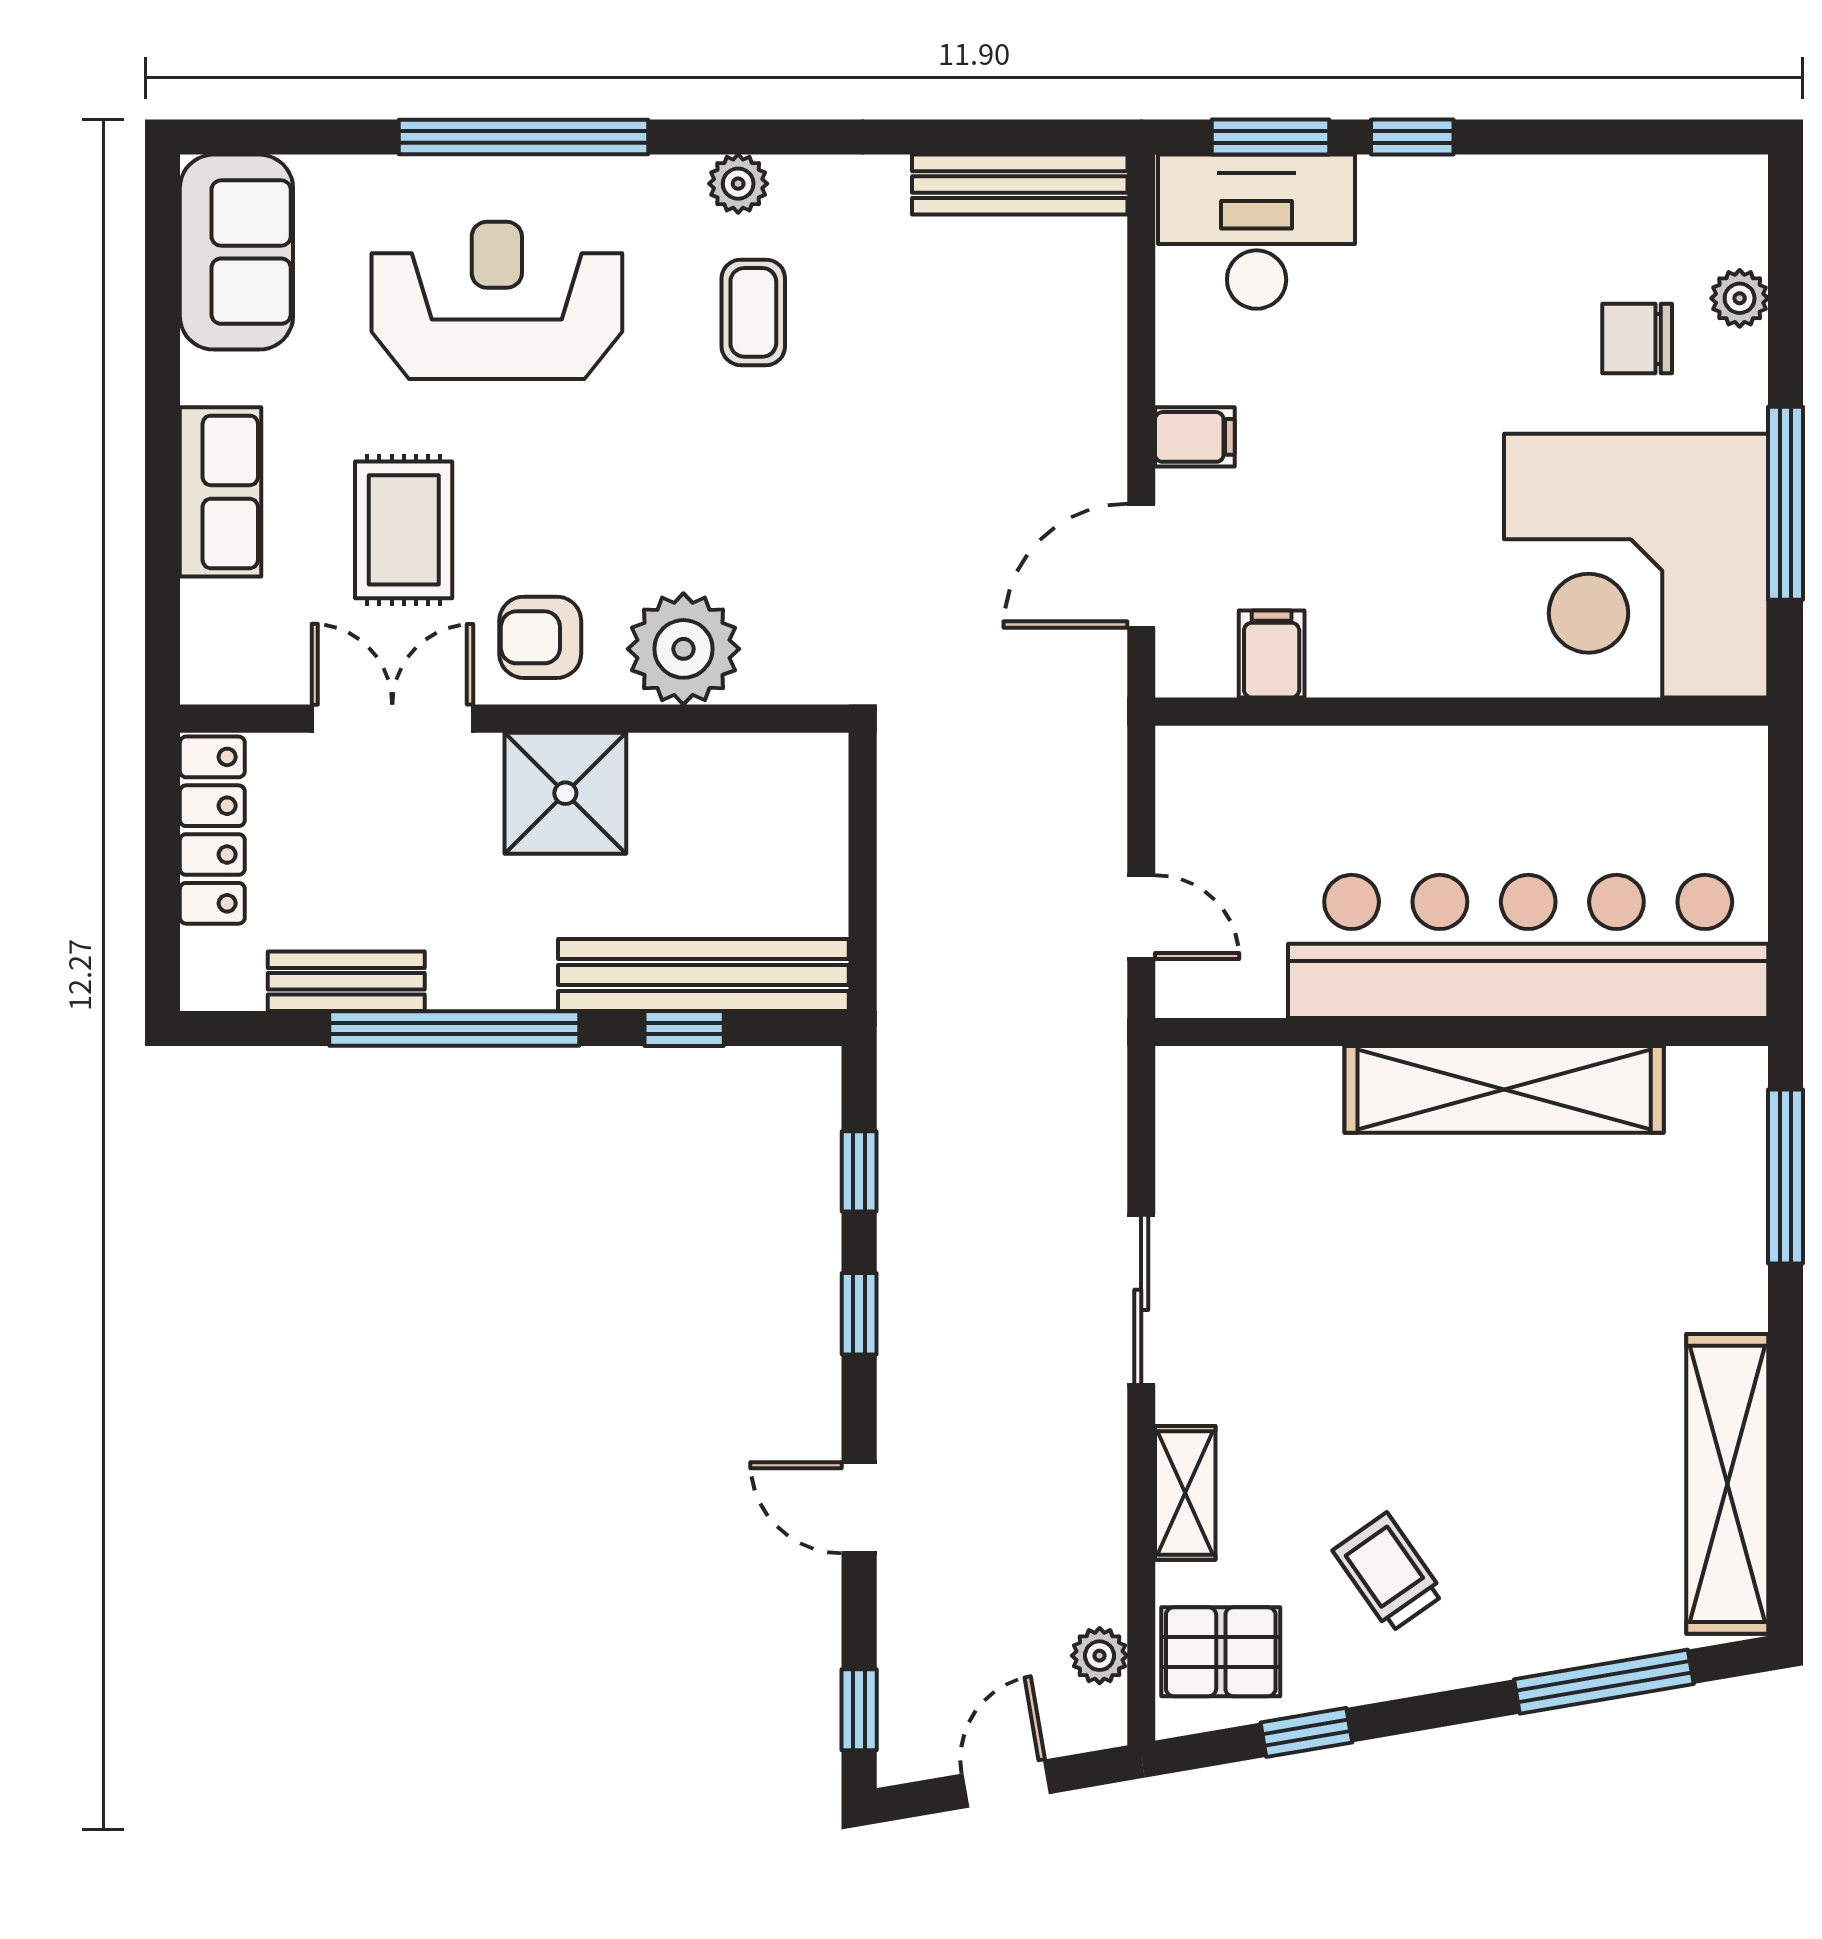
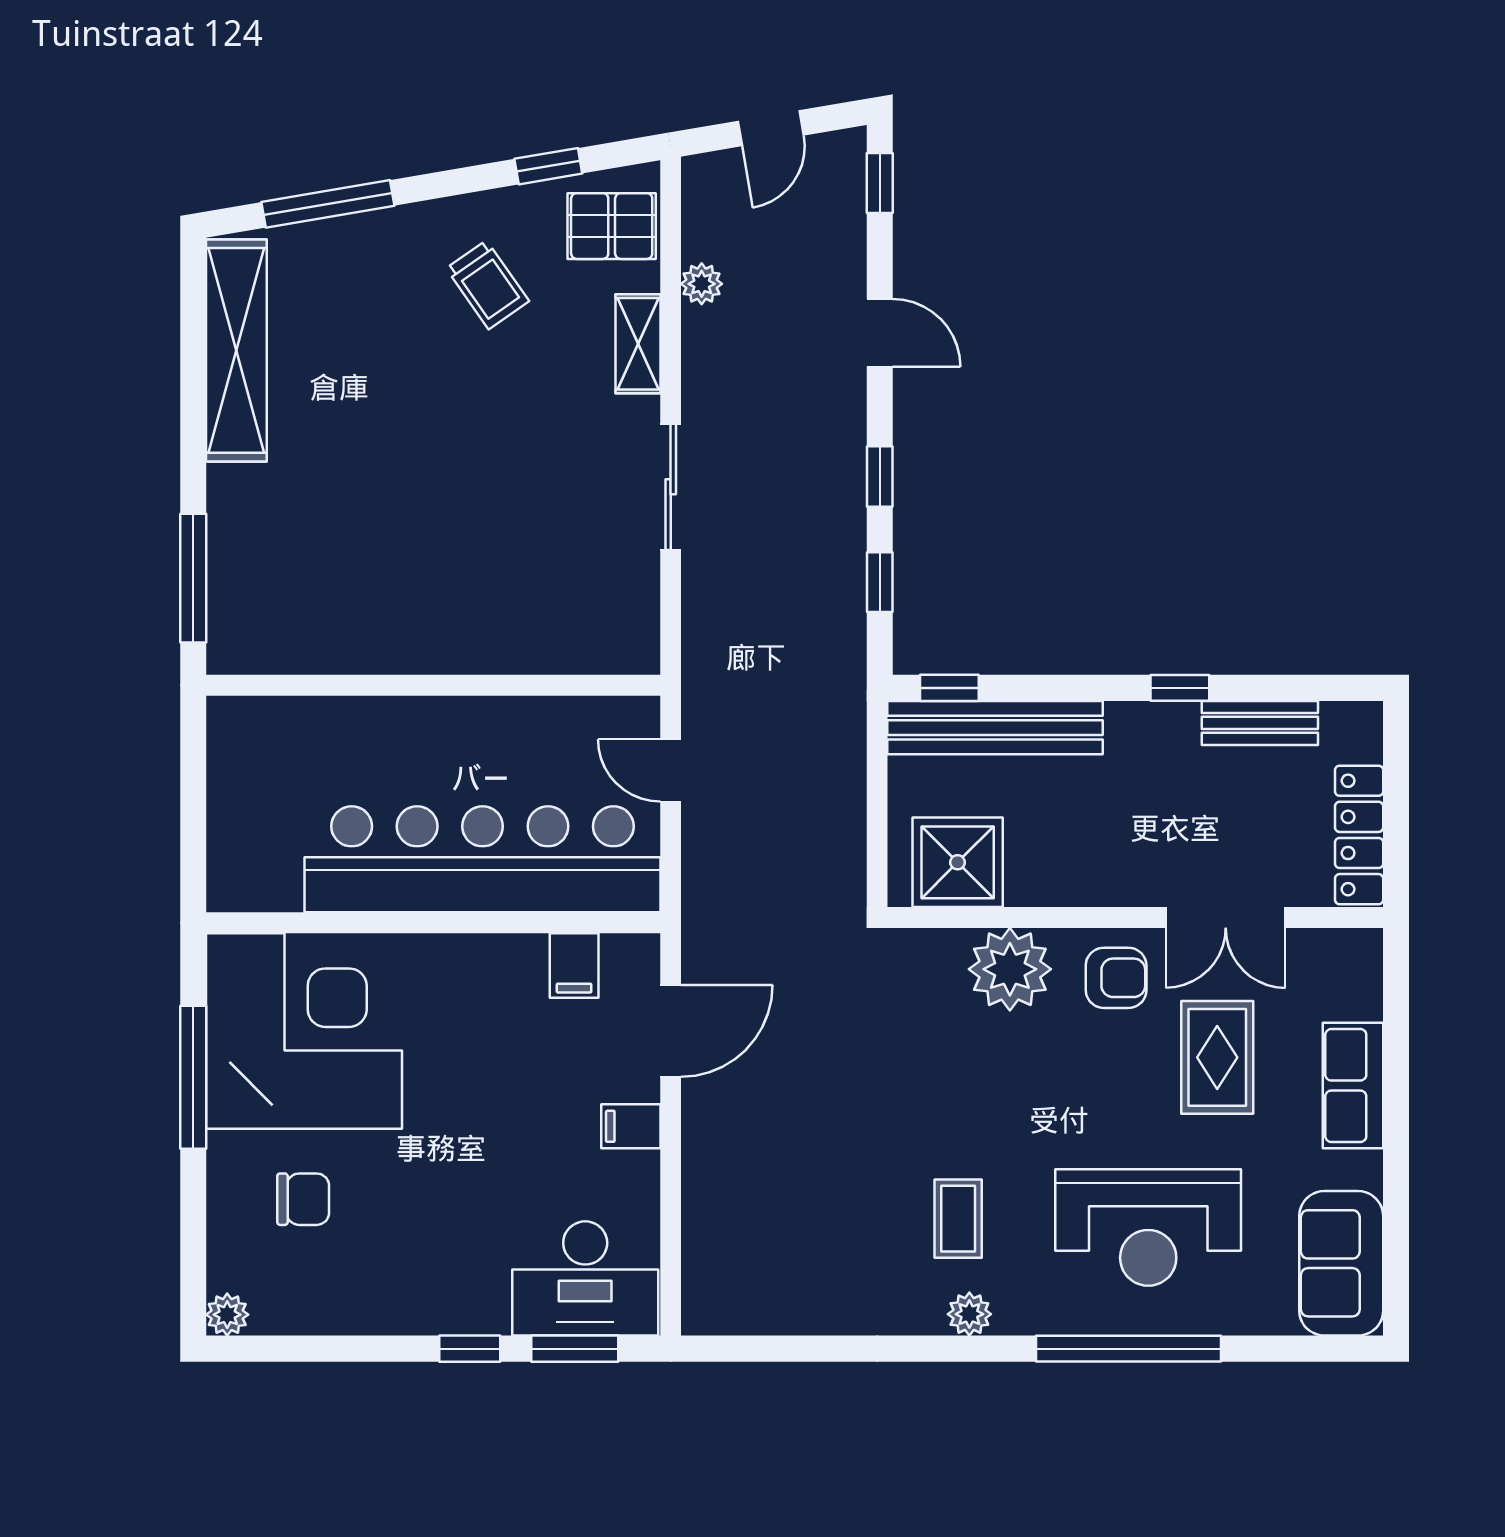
bench: (1020, 185) -> (761, 1313), removed
plant: (1740, 298) -> (227, 1315), moved
shower: (565, 793) -> (958, 862), moved
bar counter: (1528, 946) -> (483, 859), moved, turned 180
window: (454, 1029) -> (1180, 688), width x0.32
window: (684, 1029) -> (949, 688), moved
shelving: (1504, 1089) -> (402, 643), removed
plant: (1100, 1656) -> (702, 284), moved

